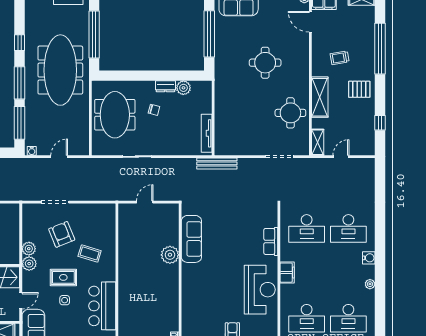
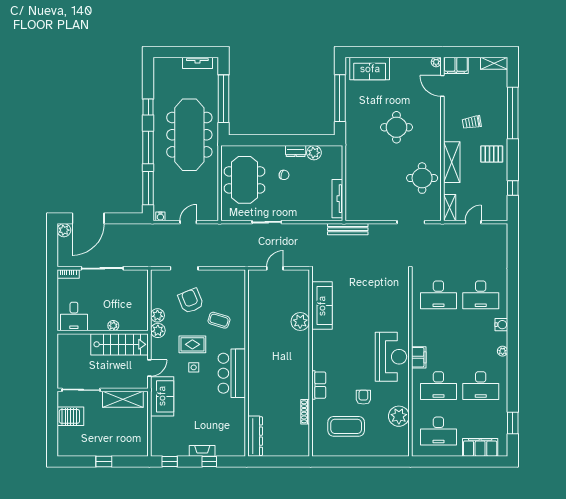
row of seats: (271, 241) -> (319, 385), moved, turned 180
filing cabinet: (287, 273) -> (419, 357), moved

